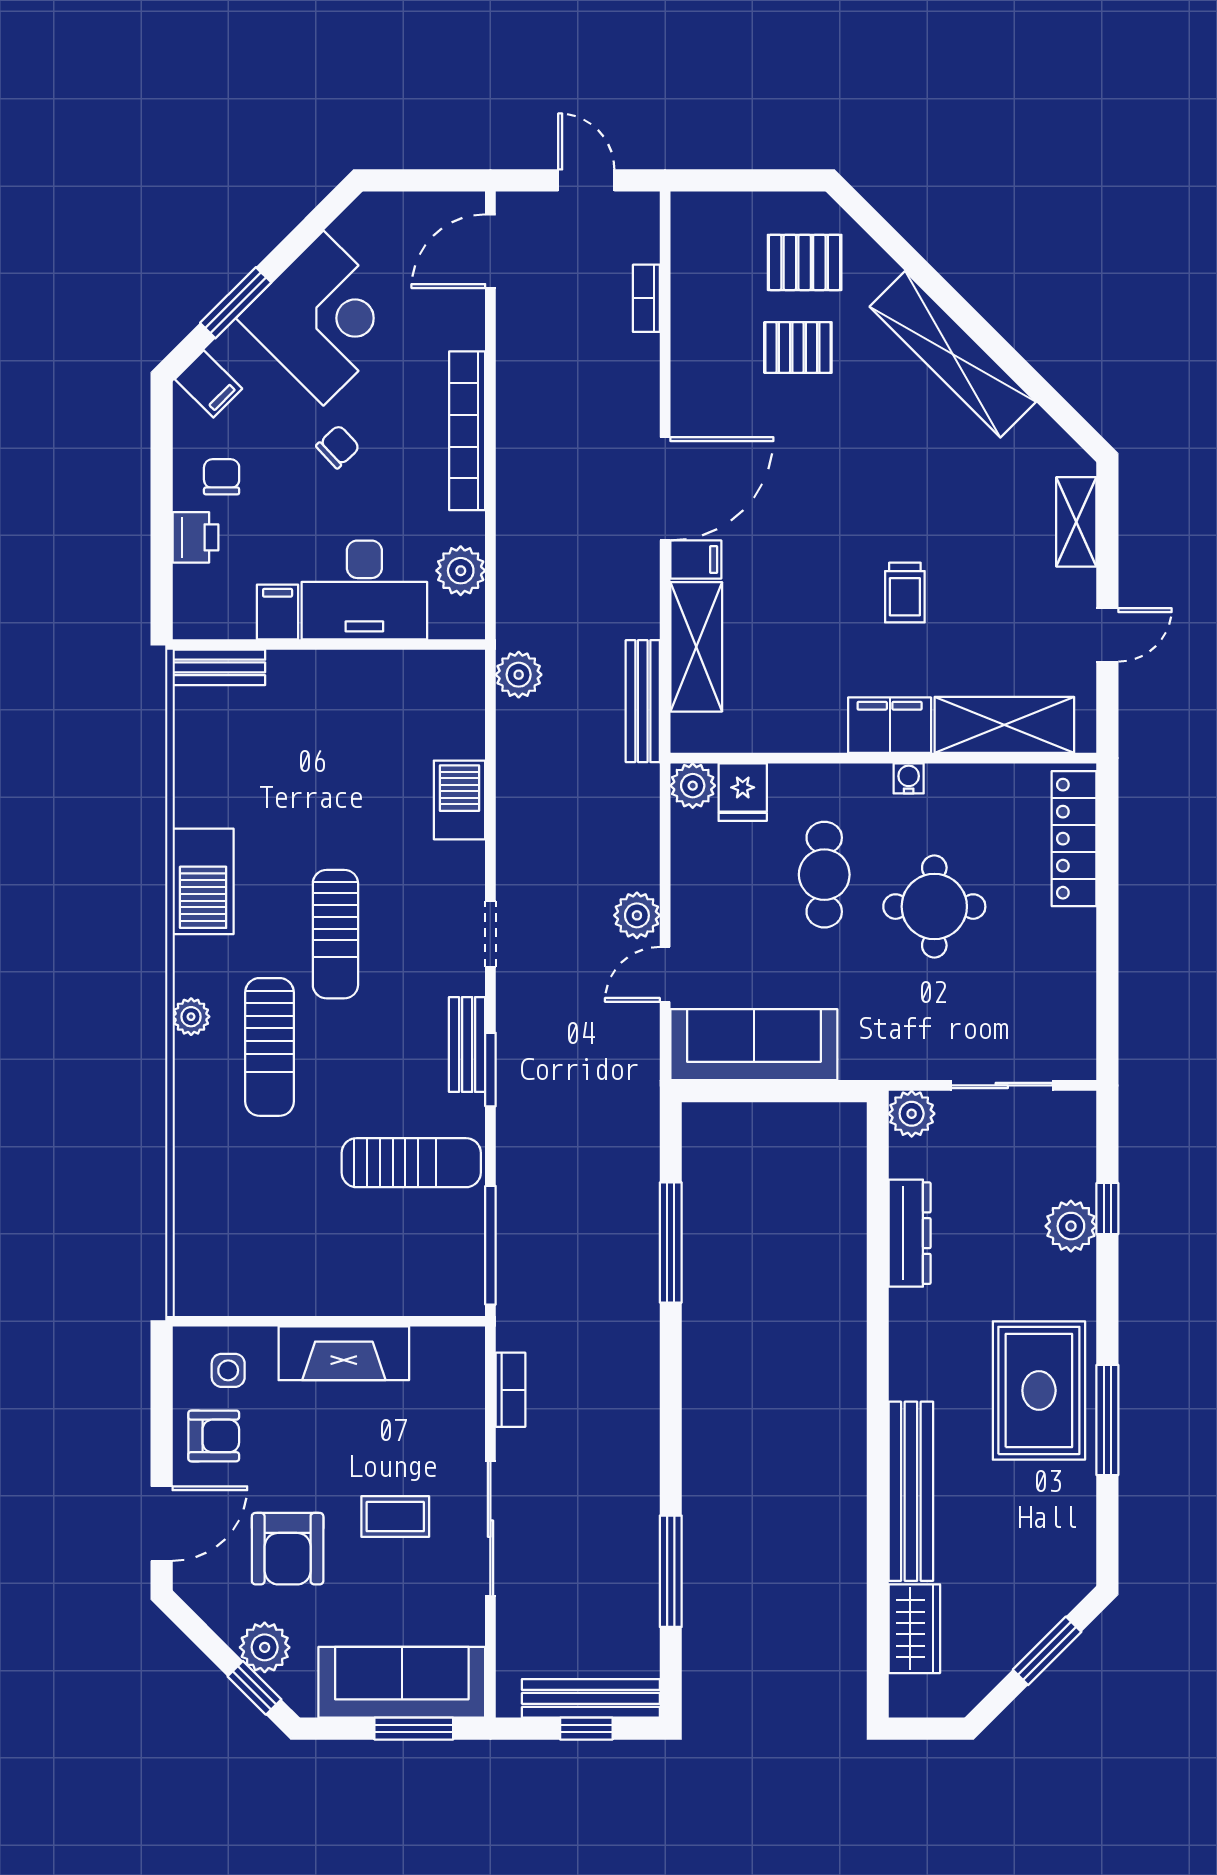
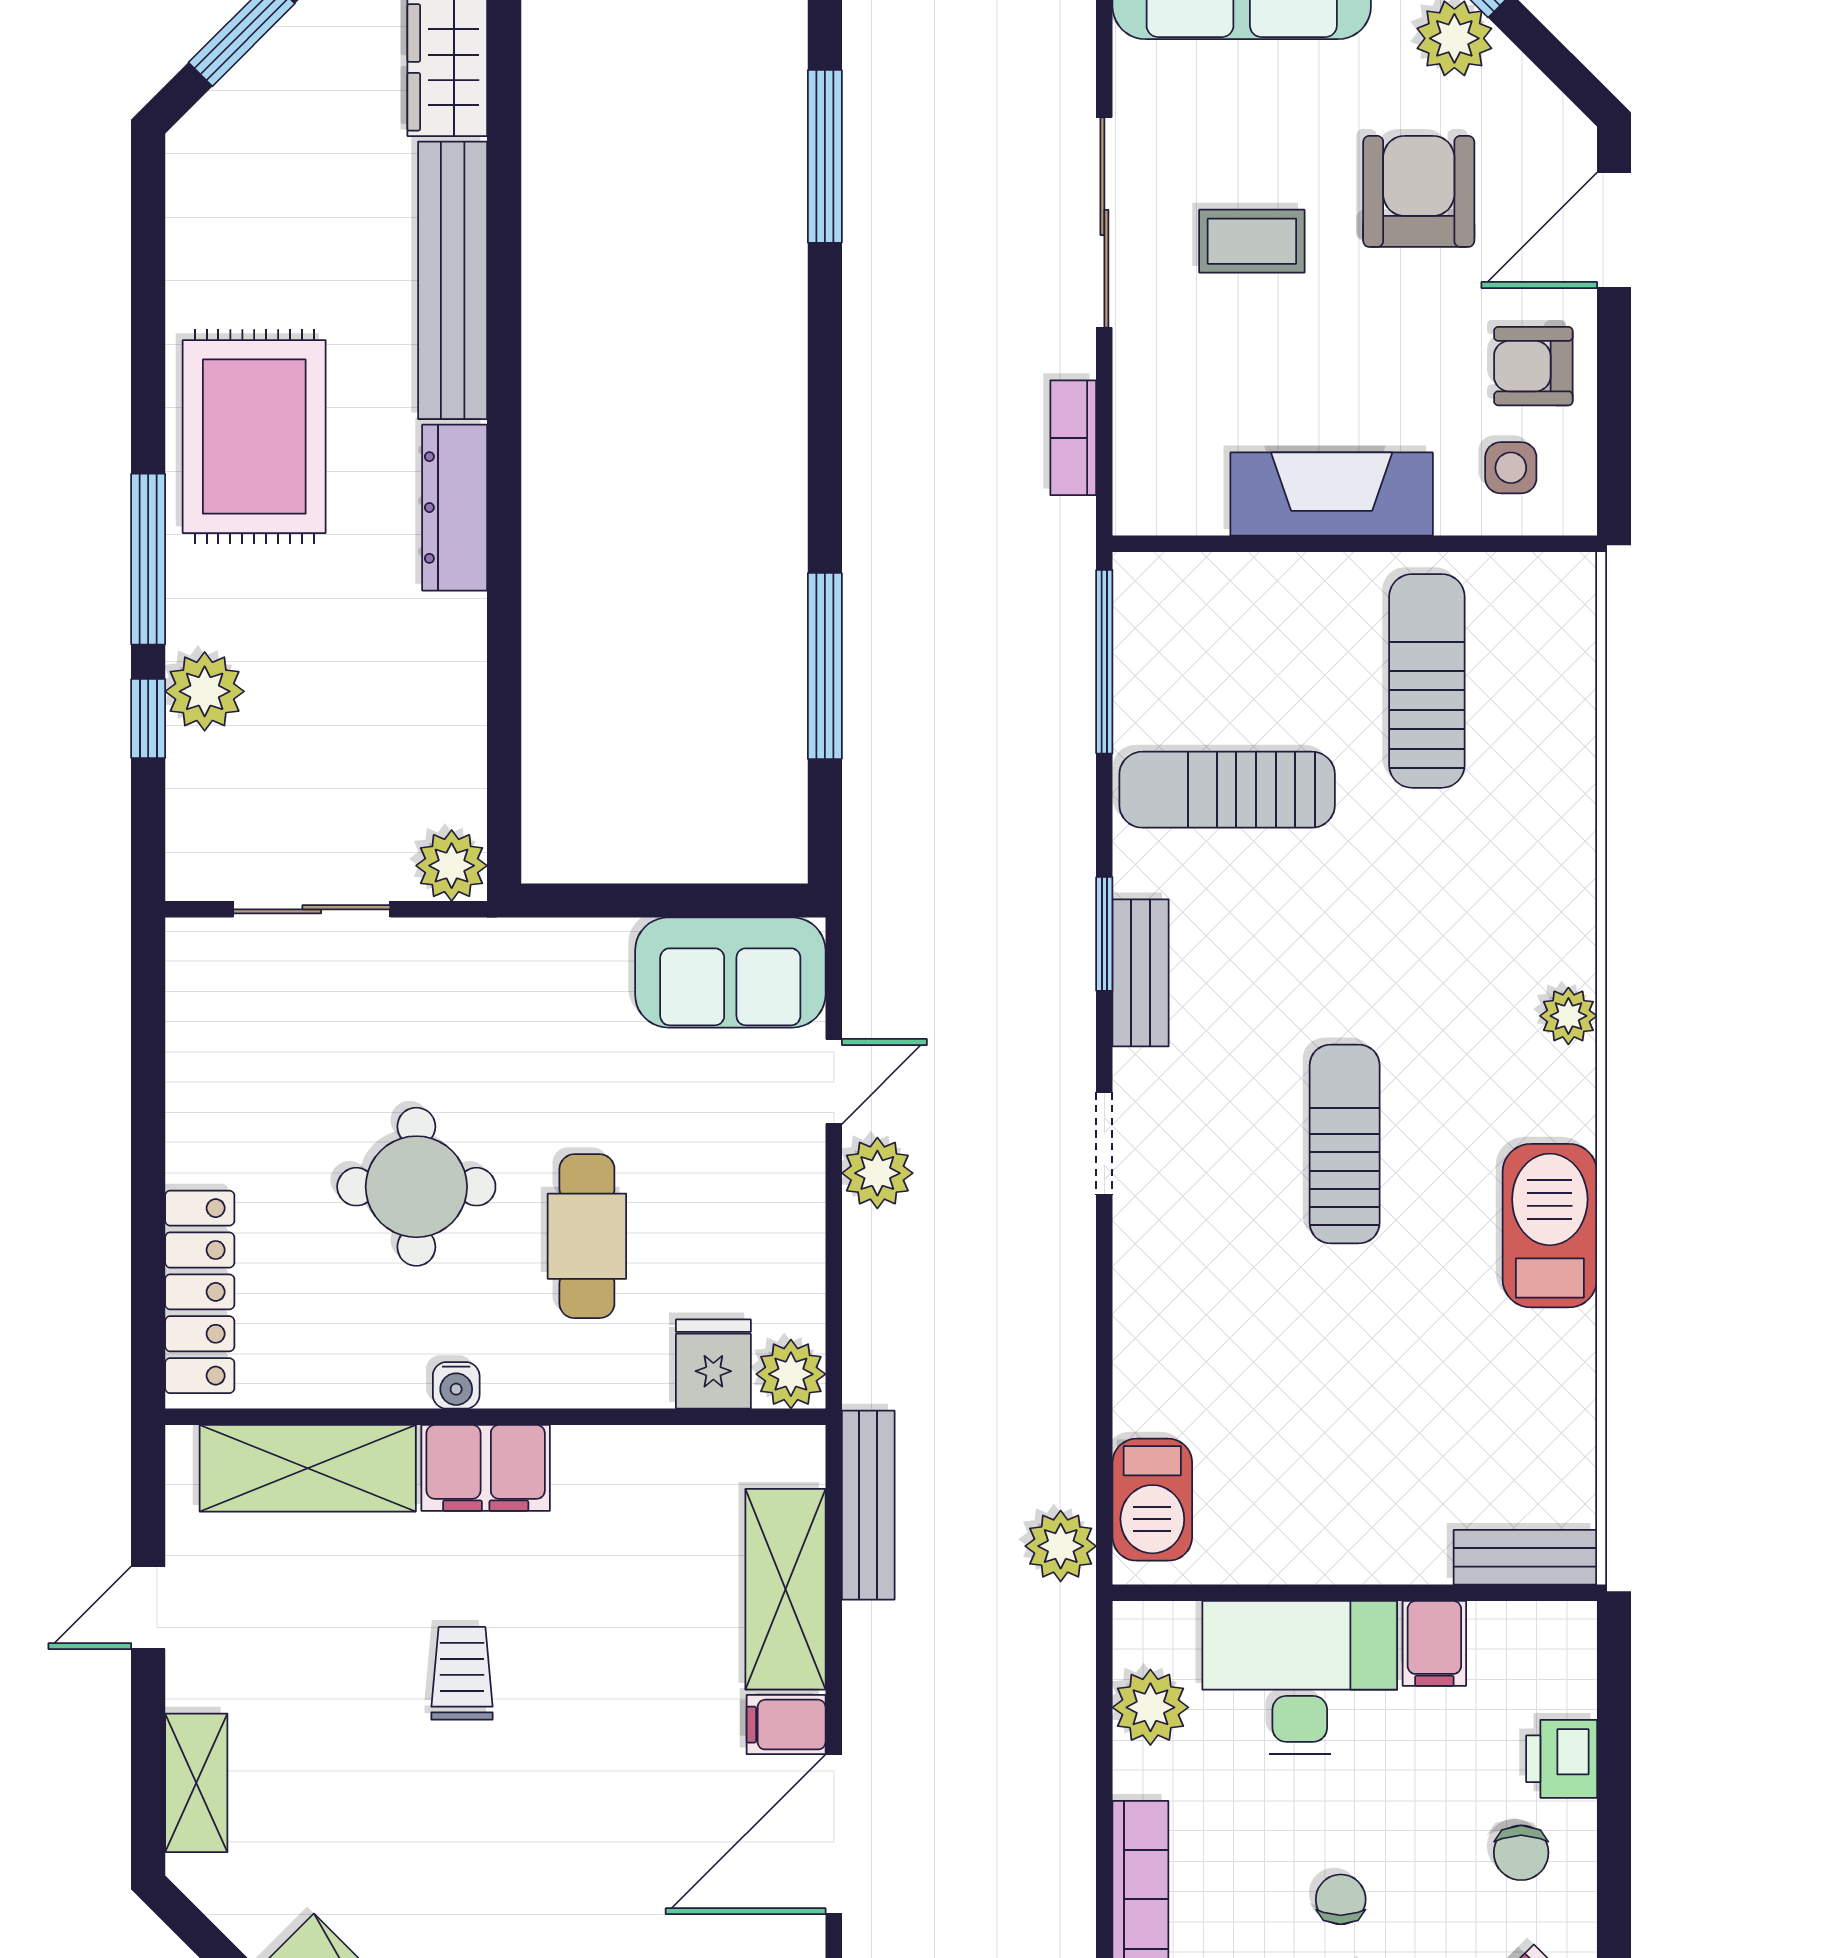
chair: (338, 447) -> (1341, 1899), turned 133
barbecue: (460, 800) -> (1152, 1500), moved
sofa: (754, 1045) -> (730, 972), width x0.73
sun lounger: (269, 1047) -> (1427, 681), moved
dresser: (910, 1233) -> (455, 508), moved
window: (1107, 1420) -> (148, 559), moved

